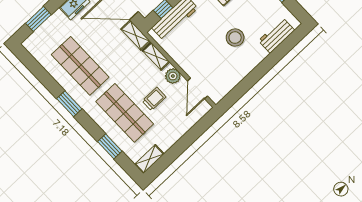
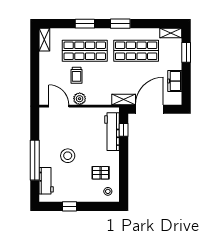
shelving: (156, 56) -> (171, 33), moved
window: (268, 64) -> (35, 160), added
window: (110, 146) -> (85, 24), moved

